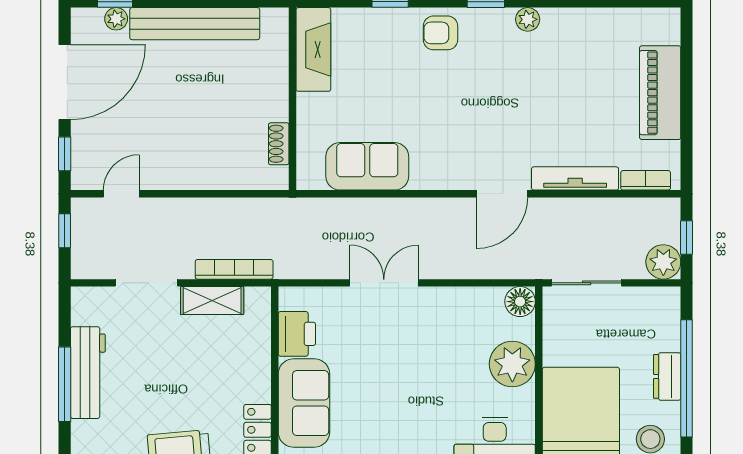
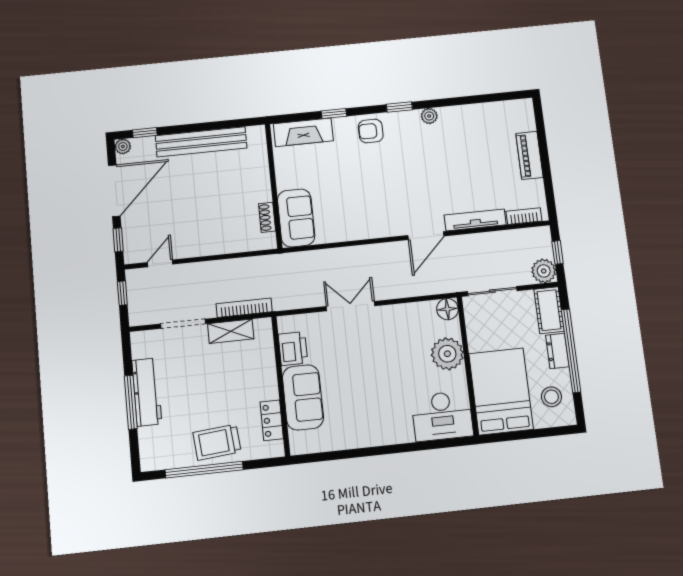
plant: (116, 19) -> (123, 146), moved
fireplace: (313, 49) -> (303, 132), moved, turned 90
piano: (660, 93) -> (529, 155), width x0.73, depth x0.75
sofa: (367, 166) -> (296, 218), moved, turned 90
cot: (663, 318) -> (549, 310), added

